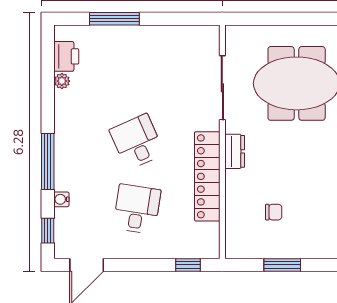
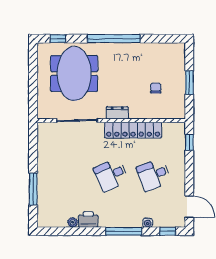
printer: (66, 56) -> (88, 220), moved
desk: (137, 209) -> (154, 175), turned -30

